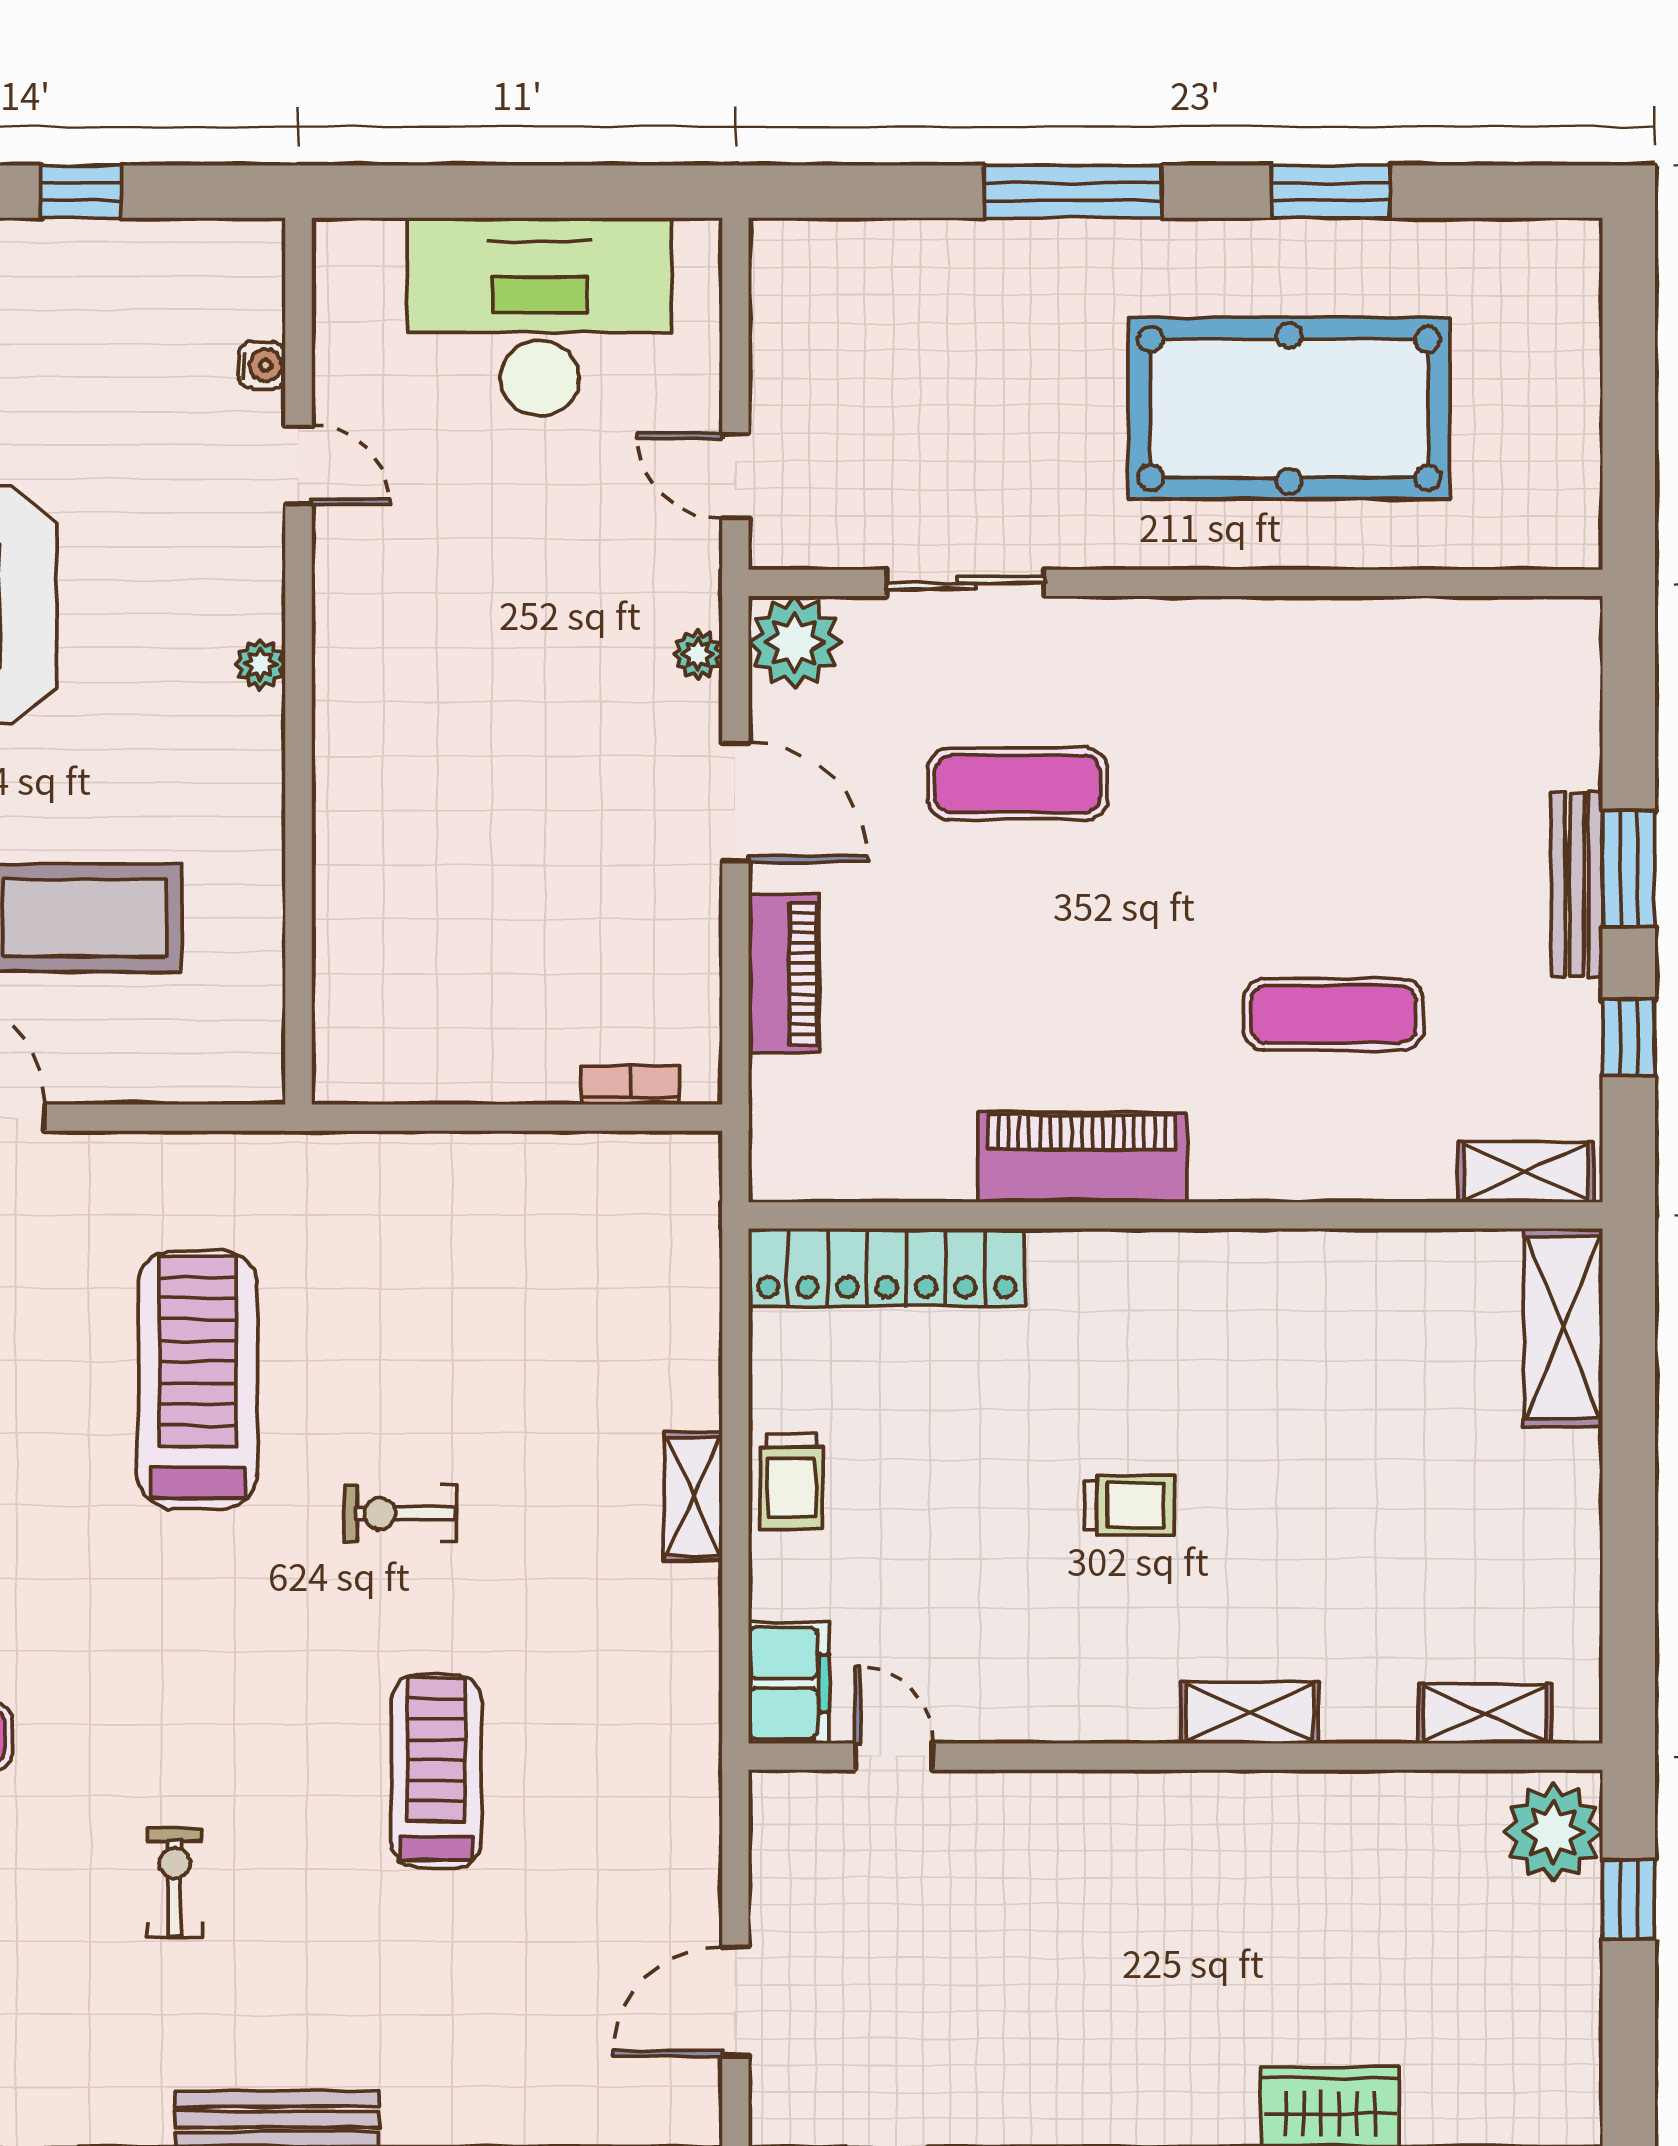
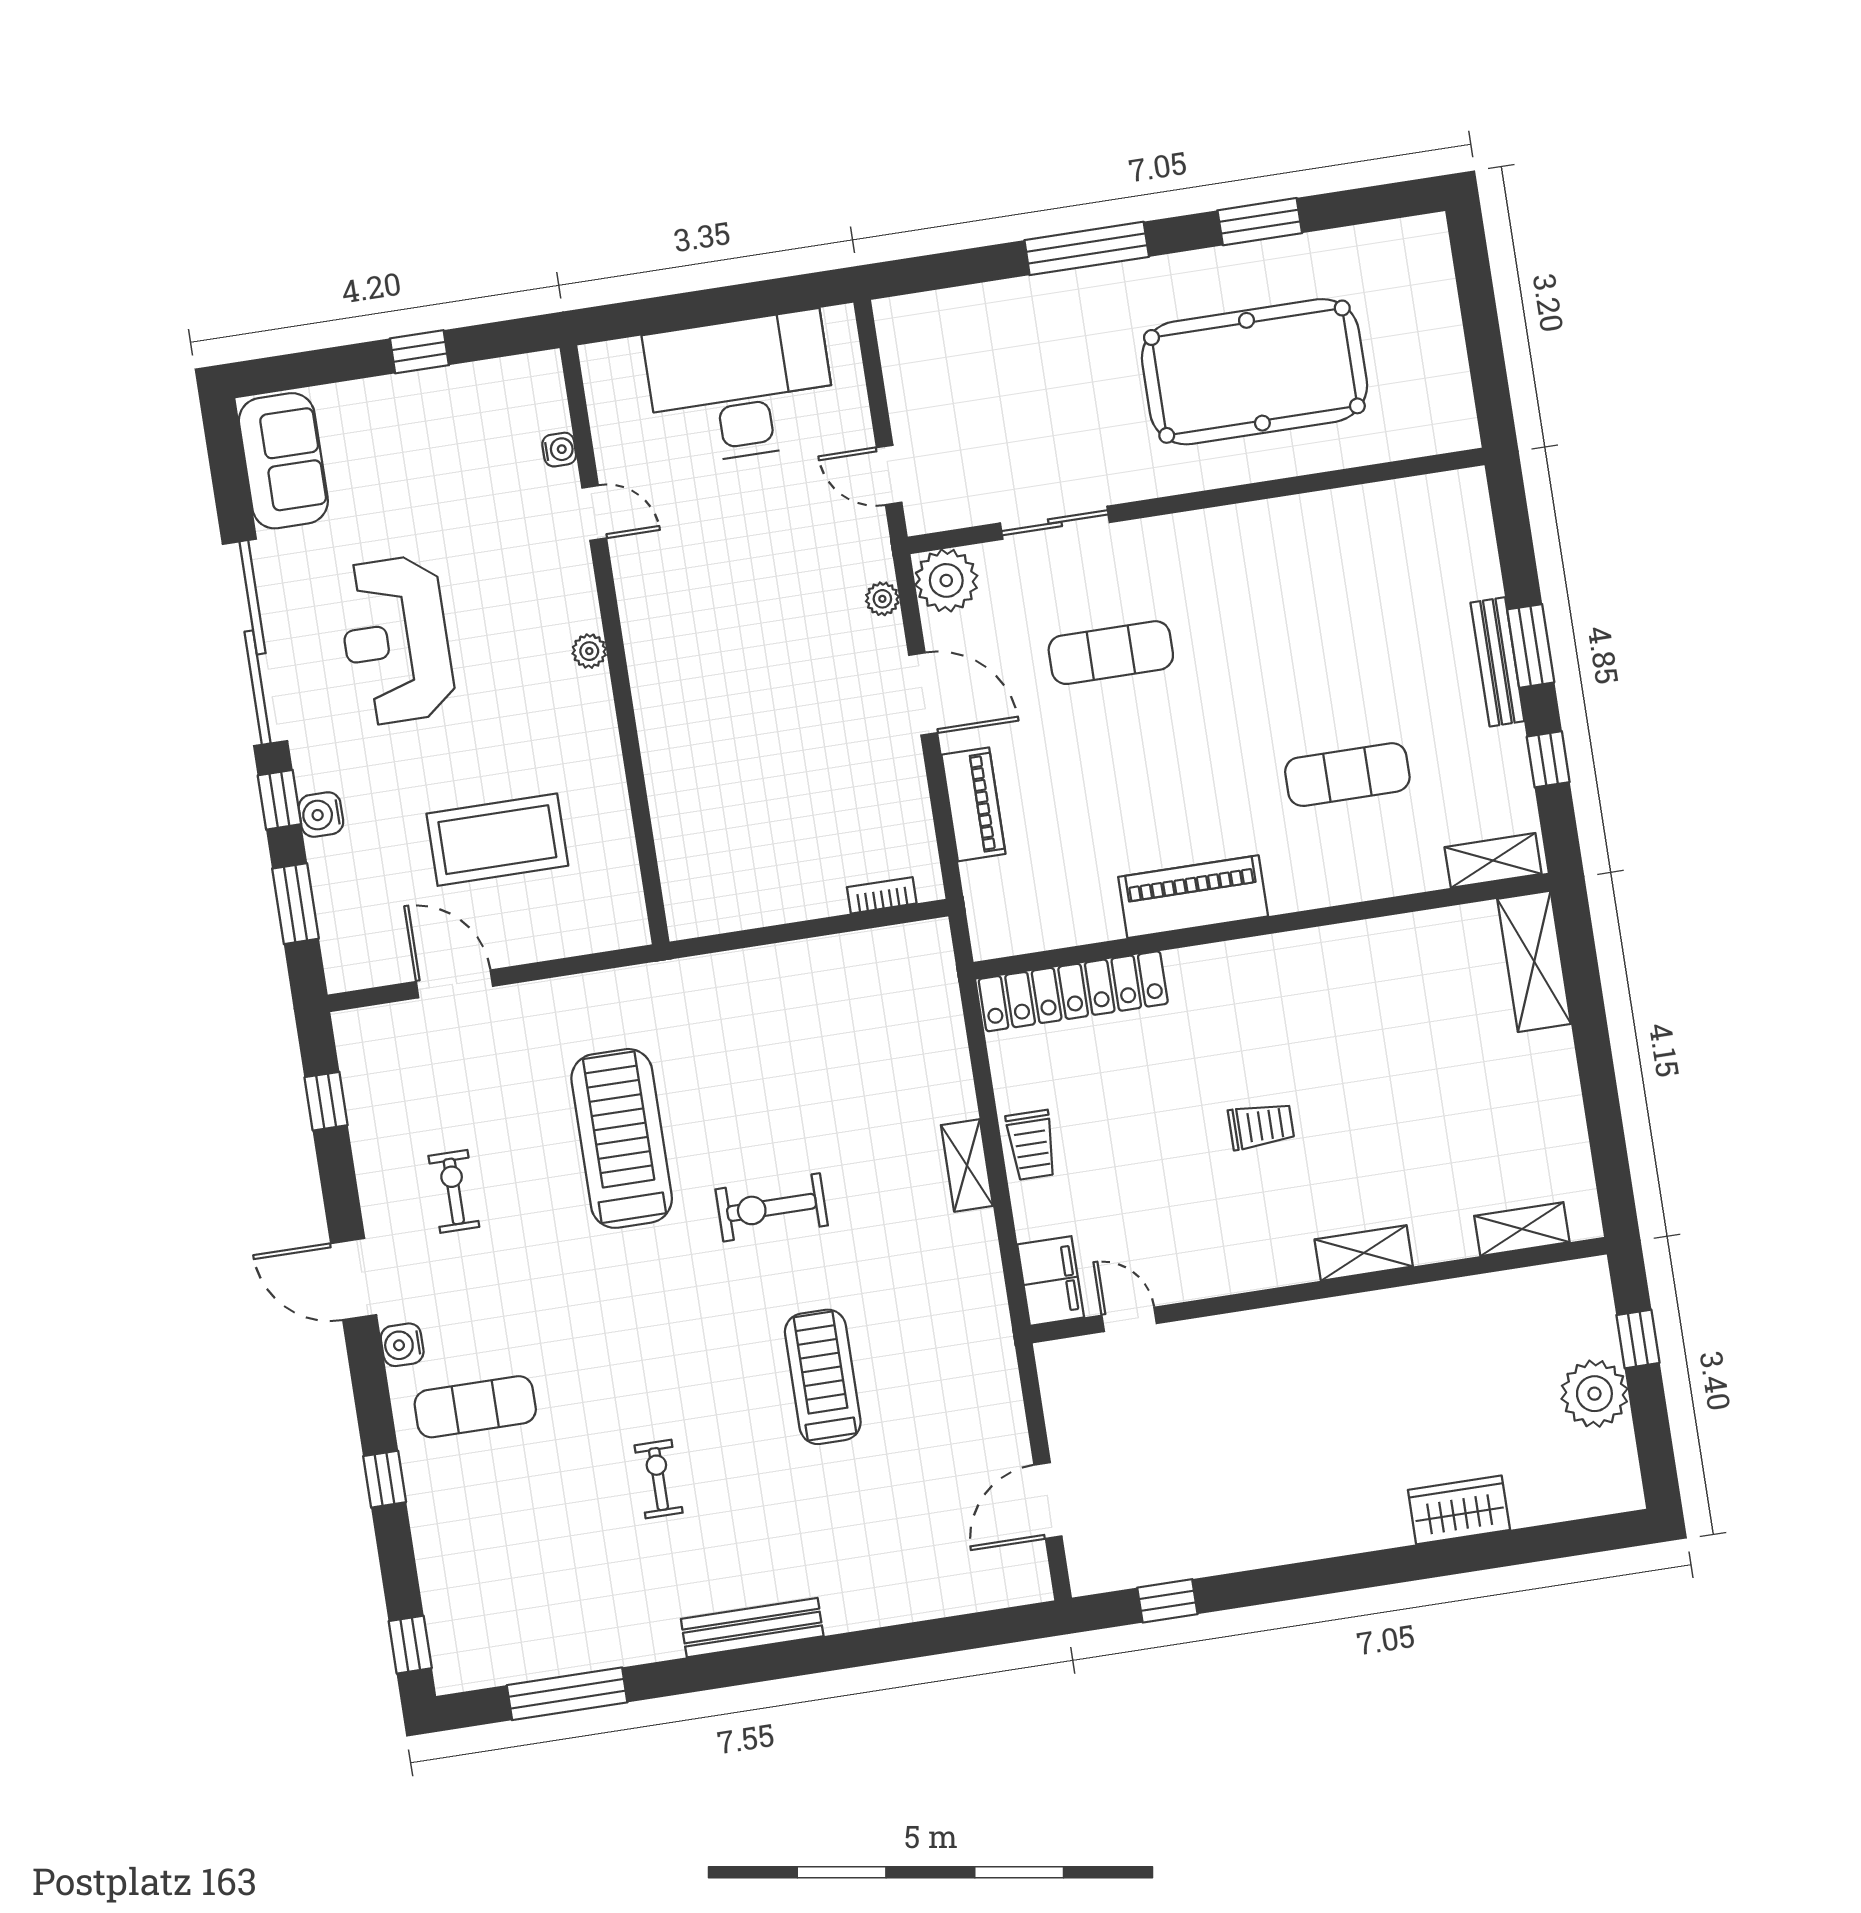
exercise bike: (400, 1513) -> (772, 1207), width x1.38, depth x1.39
plant: (1553, 1832) -> (1594, 1394), moved

